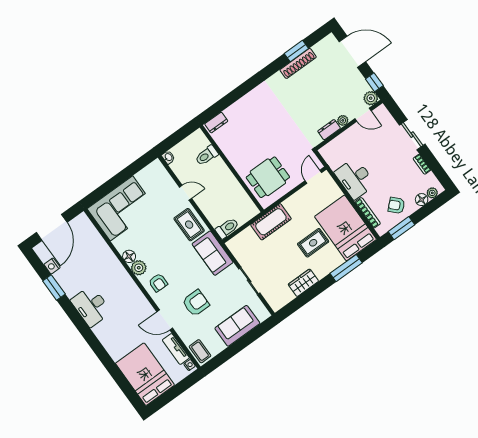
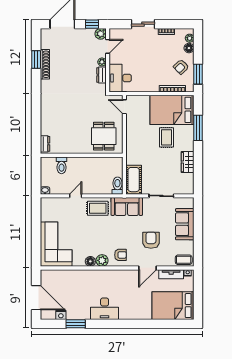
desk: (355, 178) -> (120, 78), moved, turned 90
cot: (271, 222) -> (134, 180), moved

